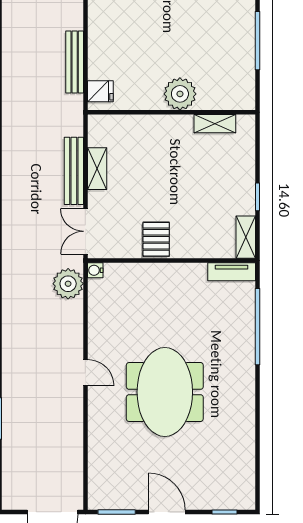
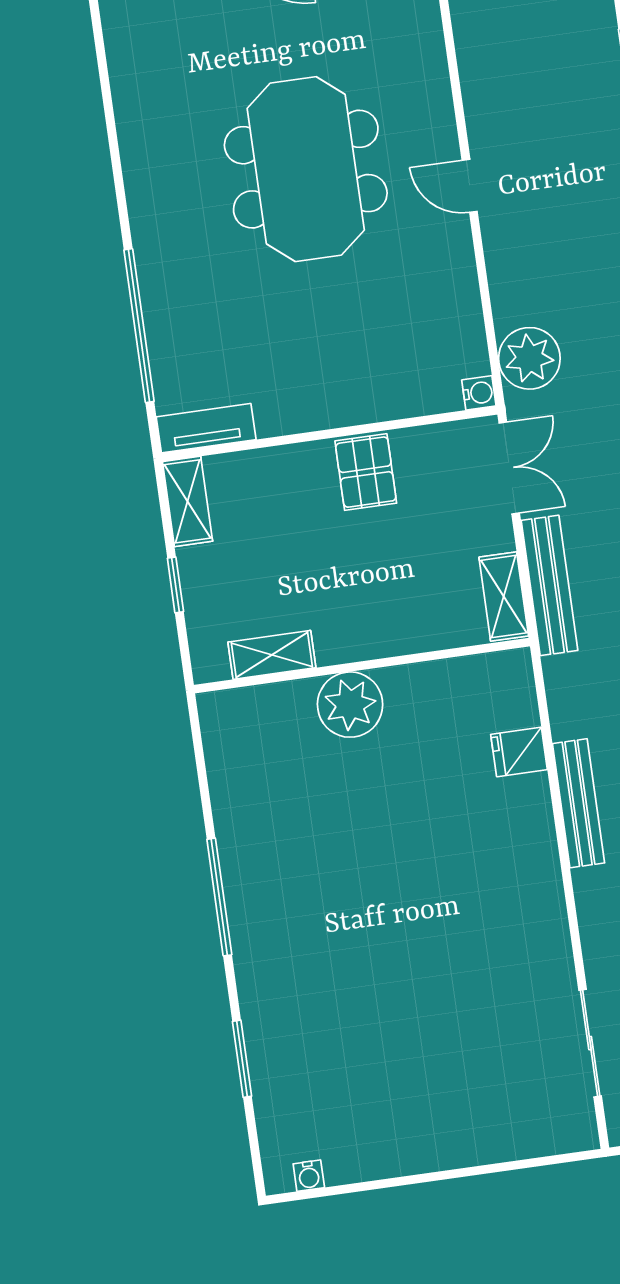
plant: (180, 94) -> (350, 705), moved
wall: (171, 112) -> (362, 666), moved
shelving: (215, 124) -> (272, 655), moved

